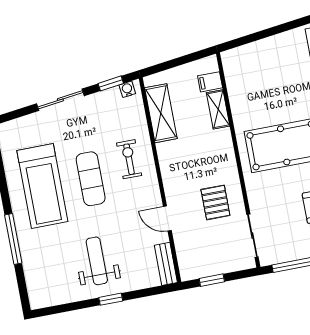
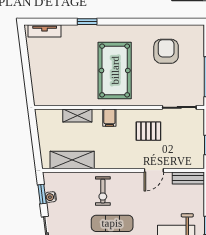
filing cabinet: (210, 82) -> (109, 118), moved
water cooler: (127, 89) -> (51, 197), moved
exercise bike: (129, 159) -> (103, 191), turned -90

